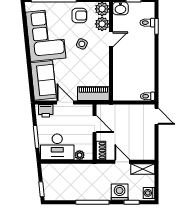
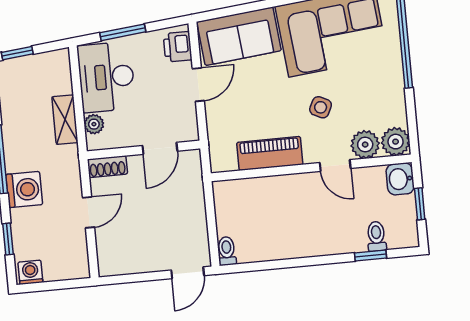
armchair: (79, 16) -> (378, 97), removed
piano: (93, 94) -> (270, 153), moved, turned -90
shelving: (143, 169) -> (65, 120), moved
washing machine: (120, 192) -> (24, 190), moved

